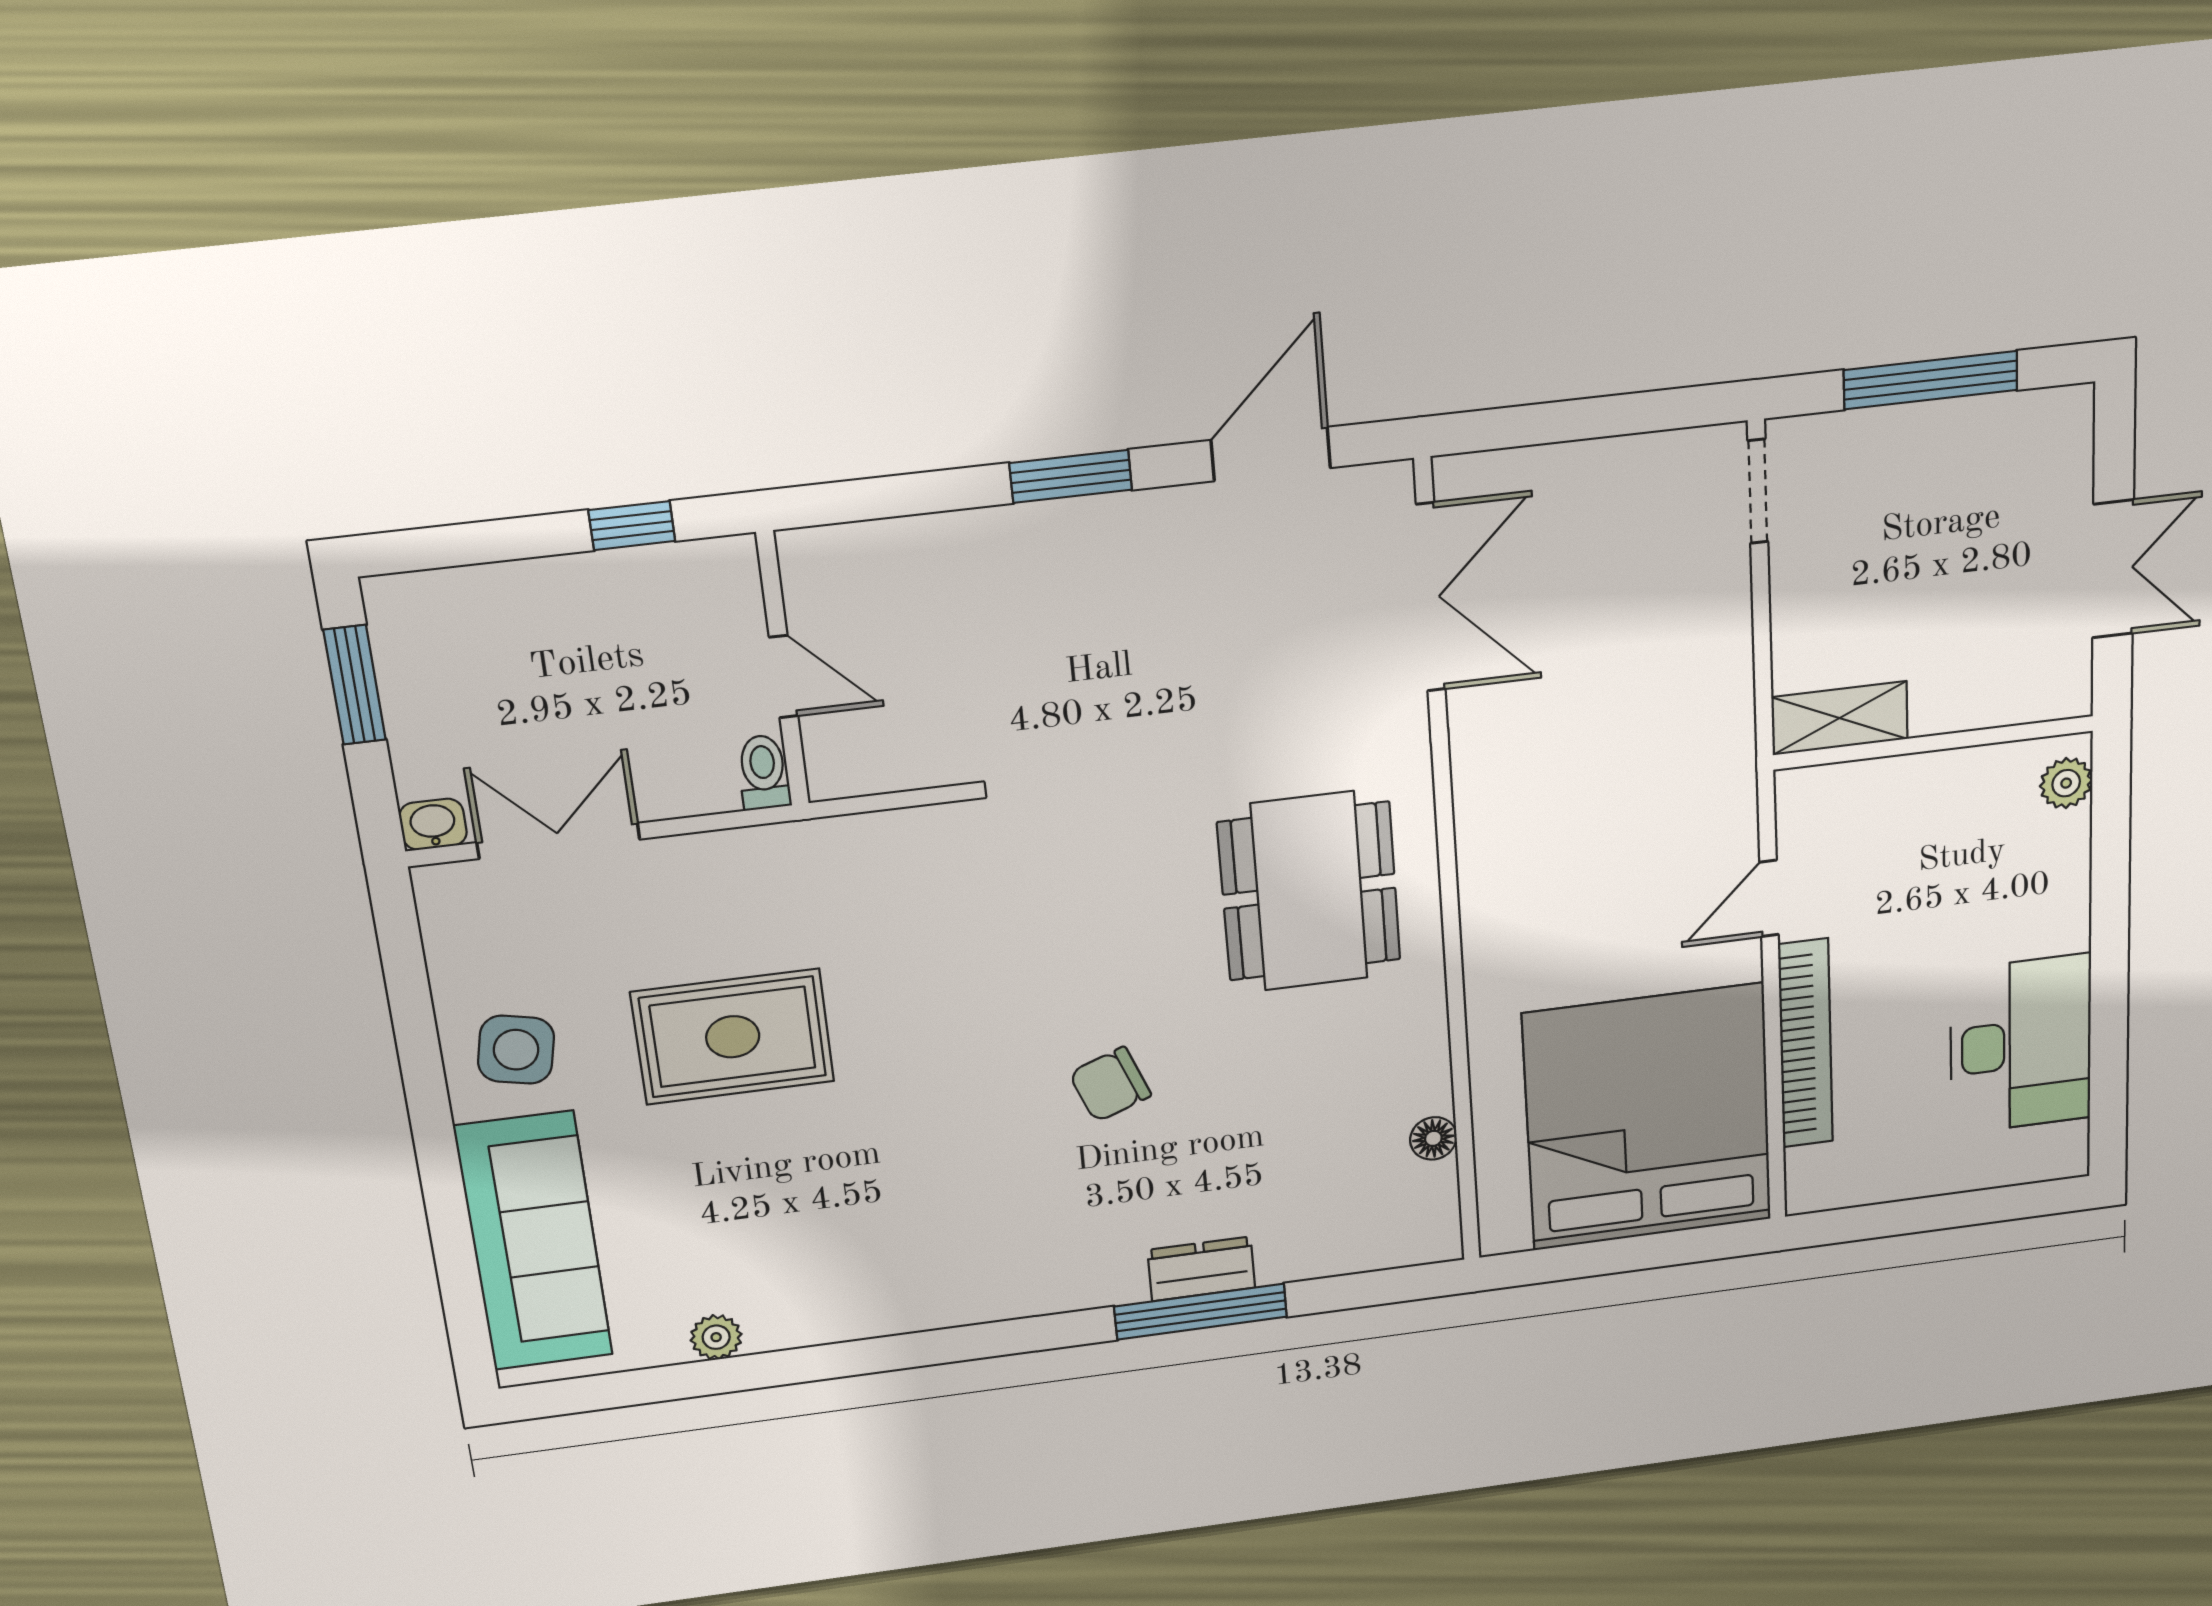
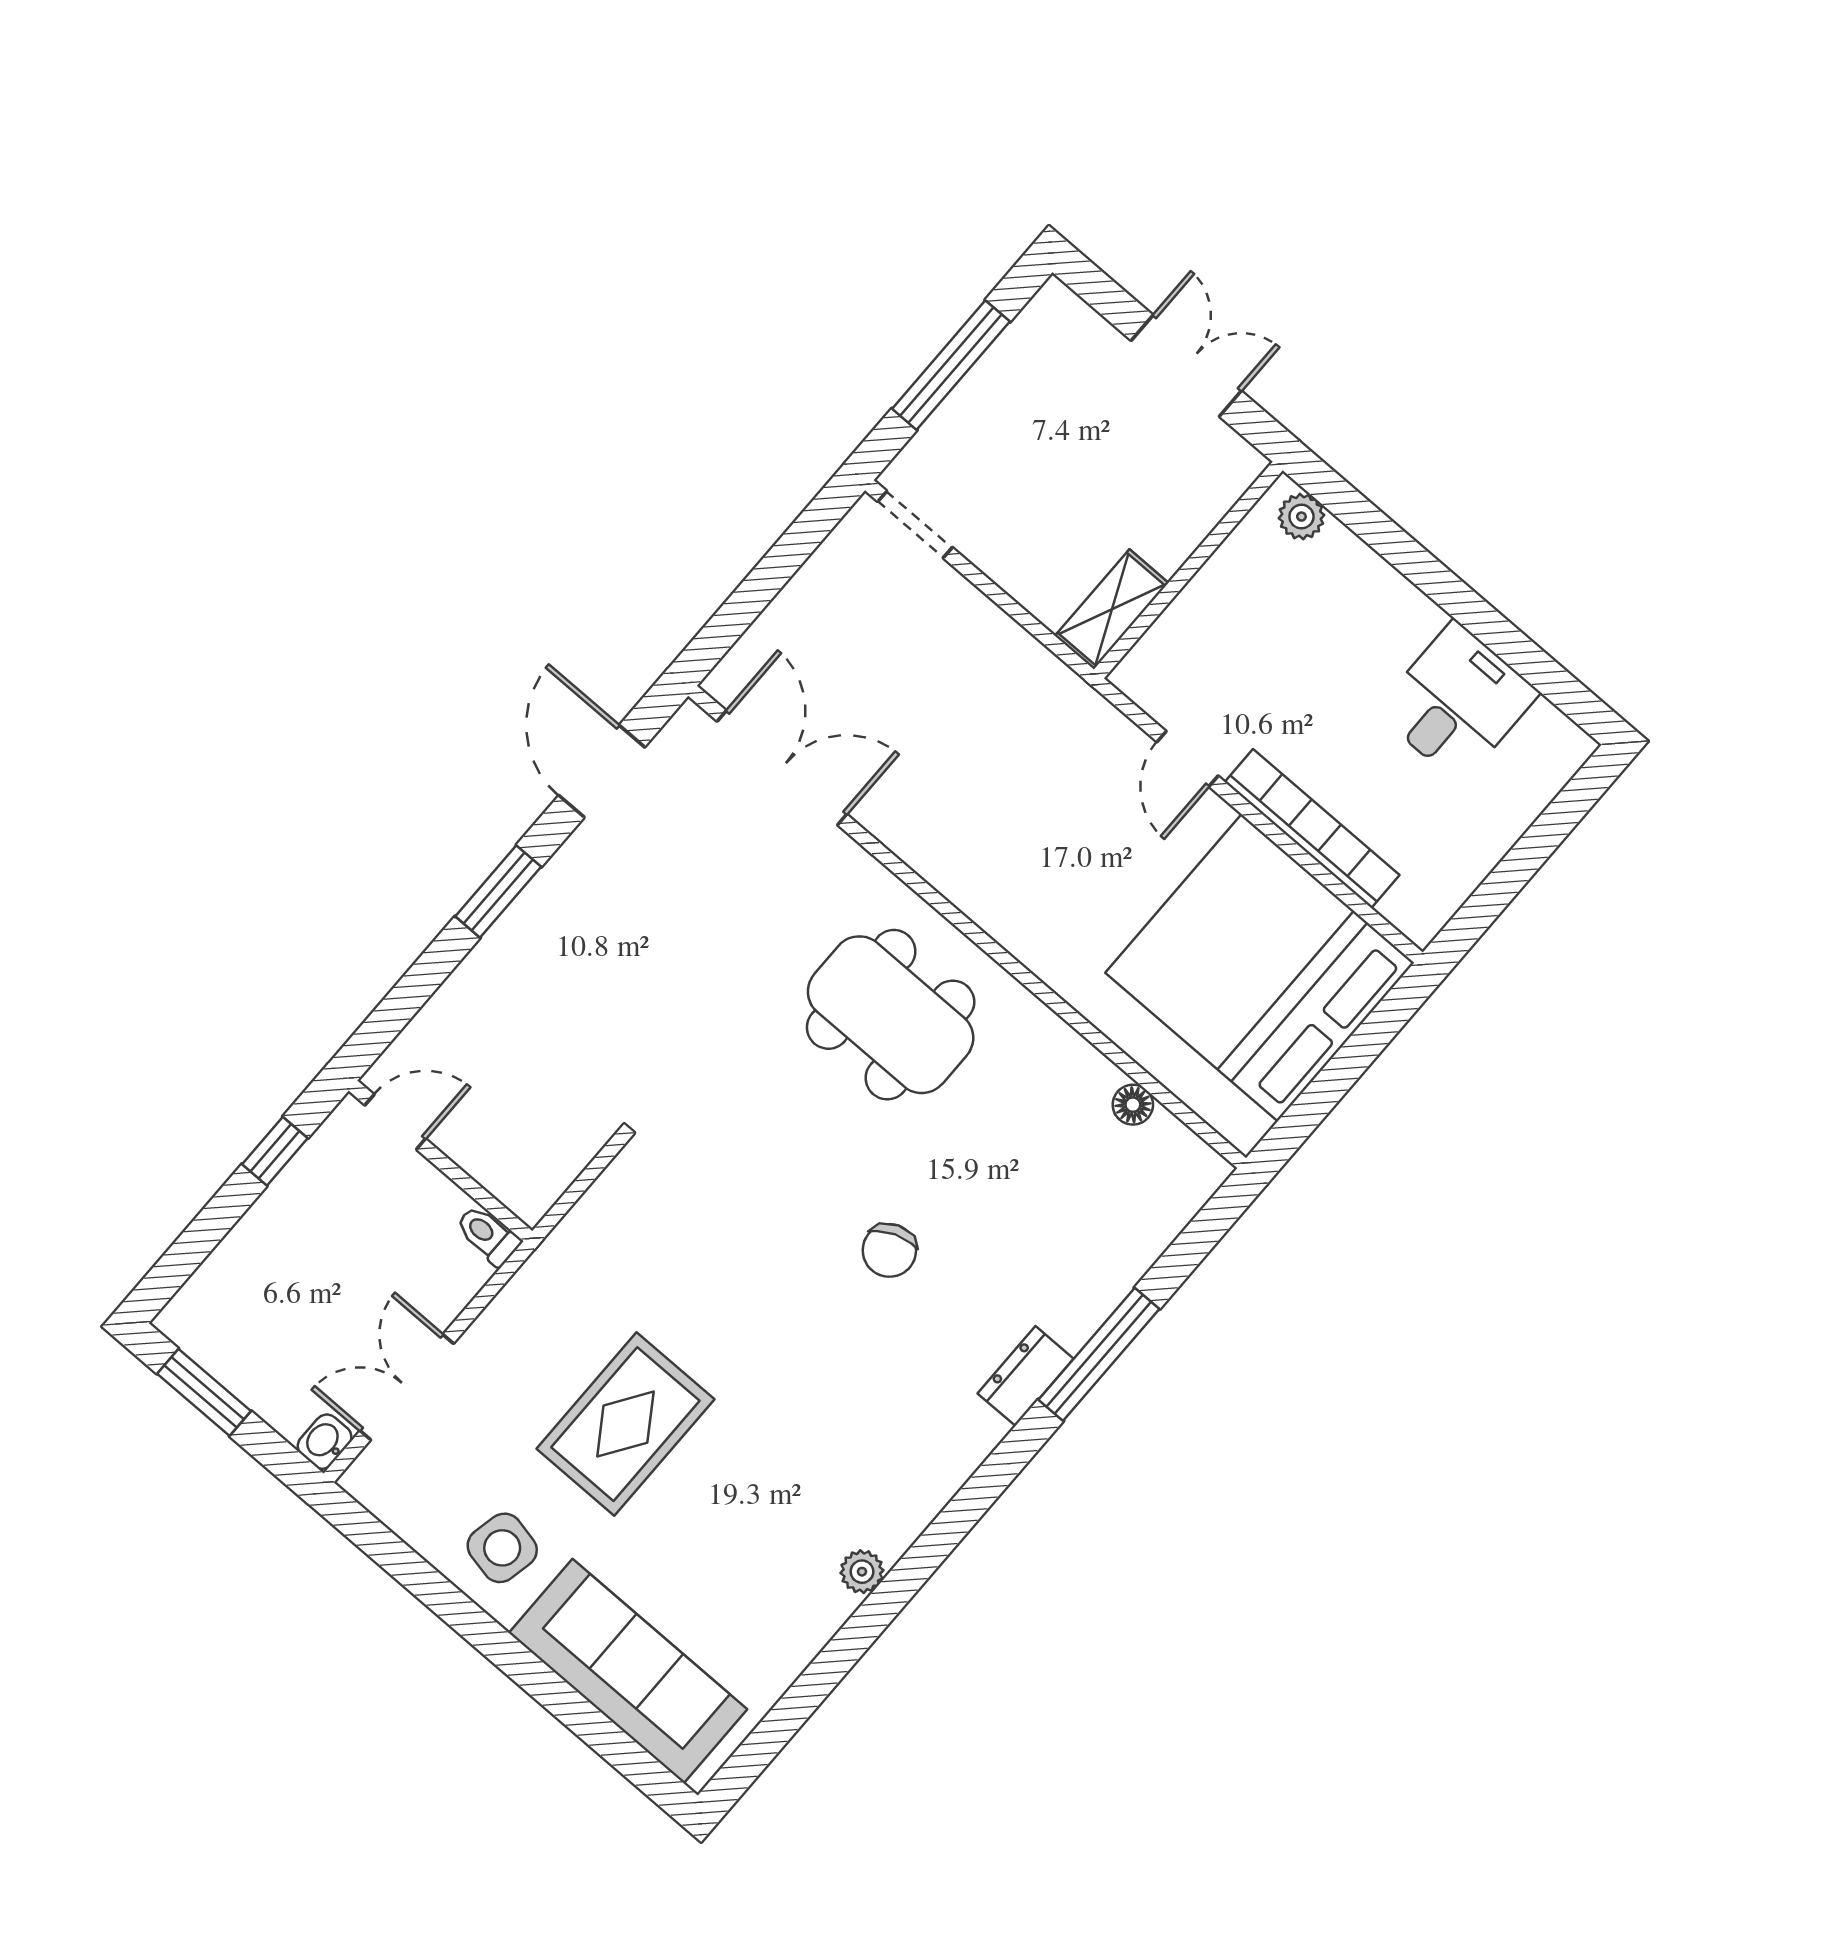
door: (784, 677) -> (395, 1122), moved
desk: (2021, 1044) -> (1457, 702), width x0.73
dresser: (1201, 1269) -> (1026, 1376), moved
plant: (716, 1337) -> (862, 1572), moved

